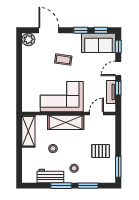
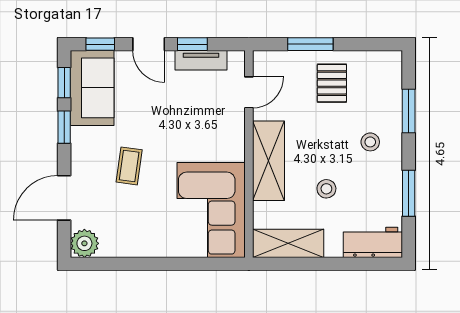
corner sofa: (62, 97) -> (211, 210), moved
door: (96, 114) -> (249, 92), swing flipped
window: (118, 167) -> (310, 44), moved
workbench: (50, 176) -> (373, 242), moved, turned 90
window: (61, 186) -> (409, 193), moved

